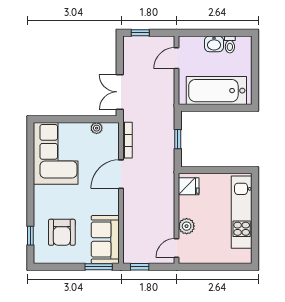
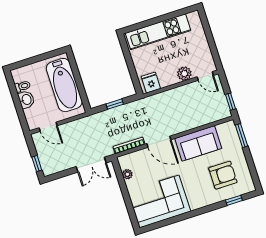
sofa: (105, 240) -> (198, 143), moved

